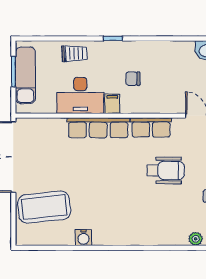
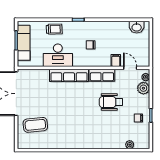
filing cabinet: (112, 104) -> (116, 60), moved
wheelchair: (166, 170) -> (111, 102), turned 180
coffee table: (44, 207) -> (35, 125), width x0.73, depth x0.76
water cooler: (83, 238) -> (60, 144), removed

